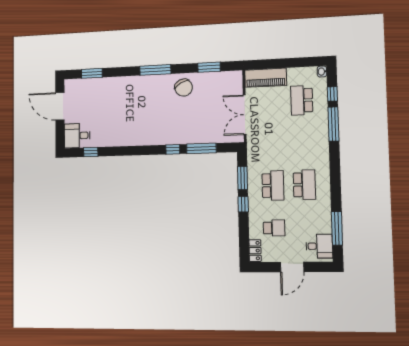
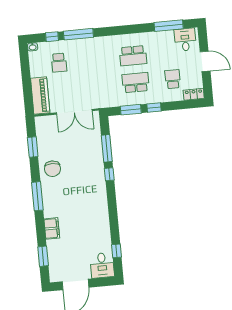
filing cabinet: (120, 84) -> (52, 228), added
chair: (184, 88) -> (52, 169), turned 118
school desk: (302, 100) -> (59, 63), width x0.54
school desk: (304, 185) -> (133, 56), turned 180

